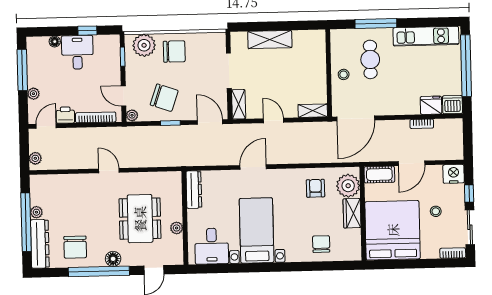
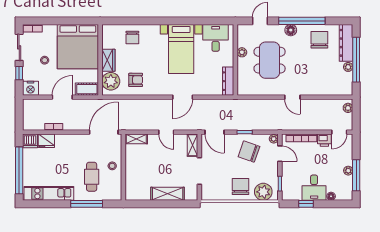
chair: (174, 52) -> (240, 186), turned 90
plant: (33, 94) -> (348, 171), moved
armchair: (315, 188) -> (136, 80), turned -90

